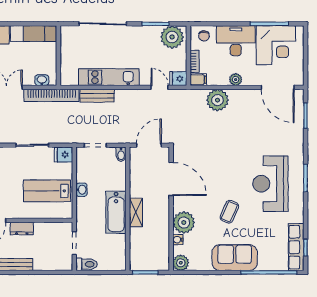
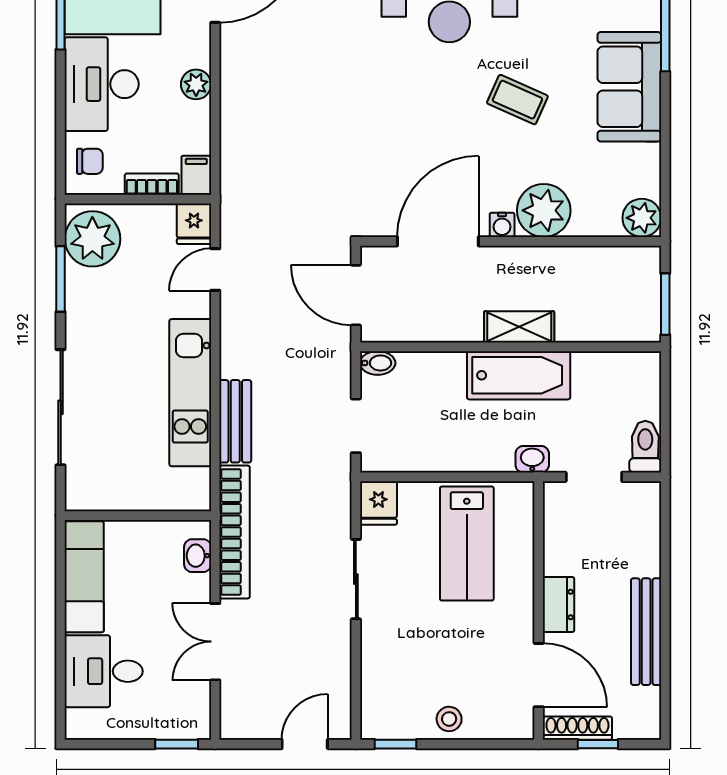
plant: (218, 100) -> (246, 128), removed
washbasin: (82, 190) -> (532, 459), moved
water cooler: (178, 240) -> (502, 225), moved

